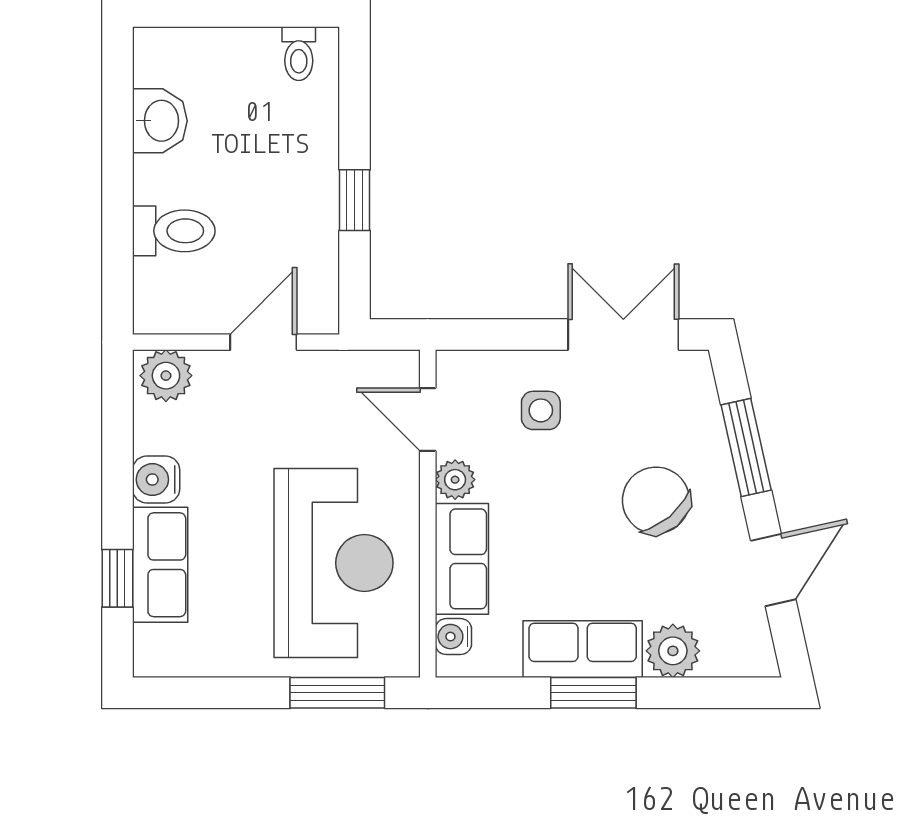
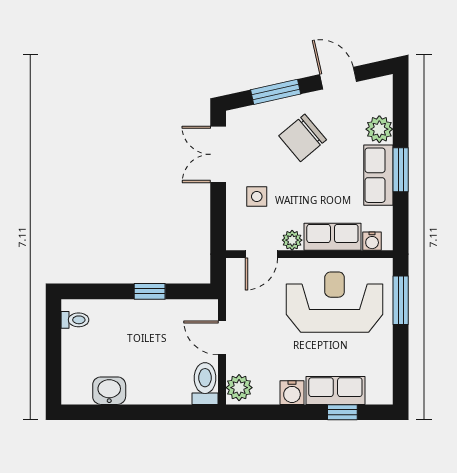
toilet: (174, 231) -> (205, 384), moved

